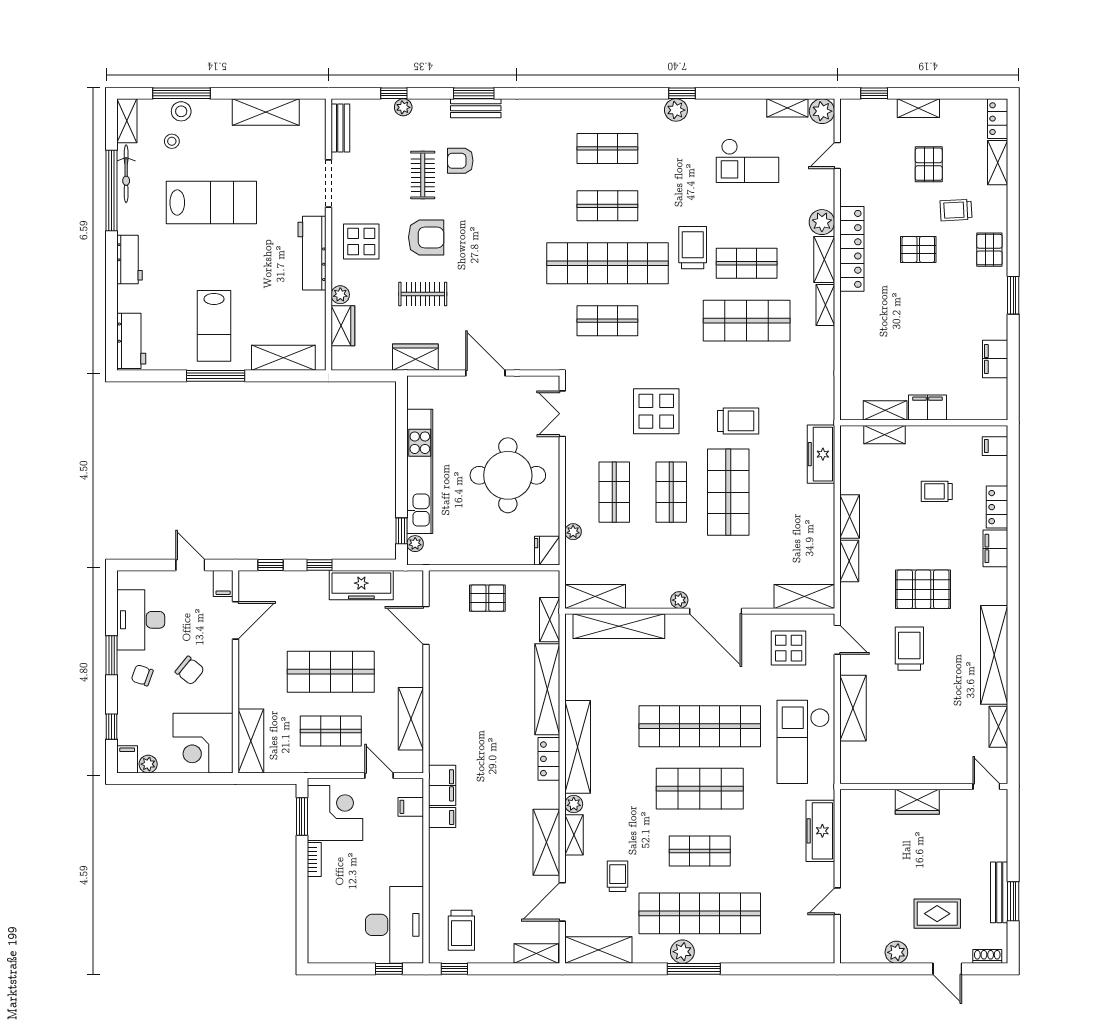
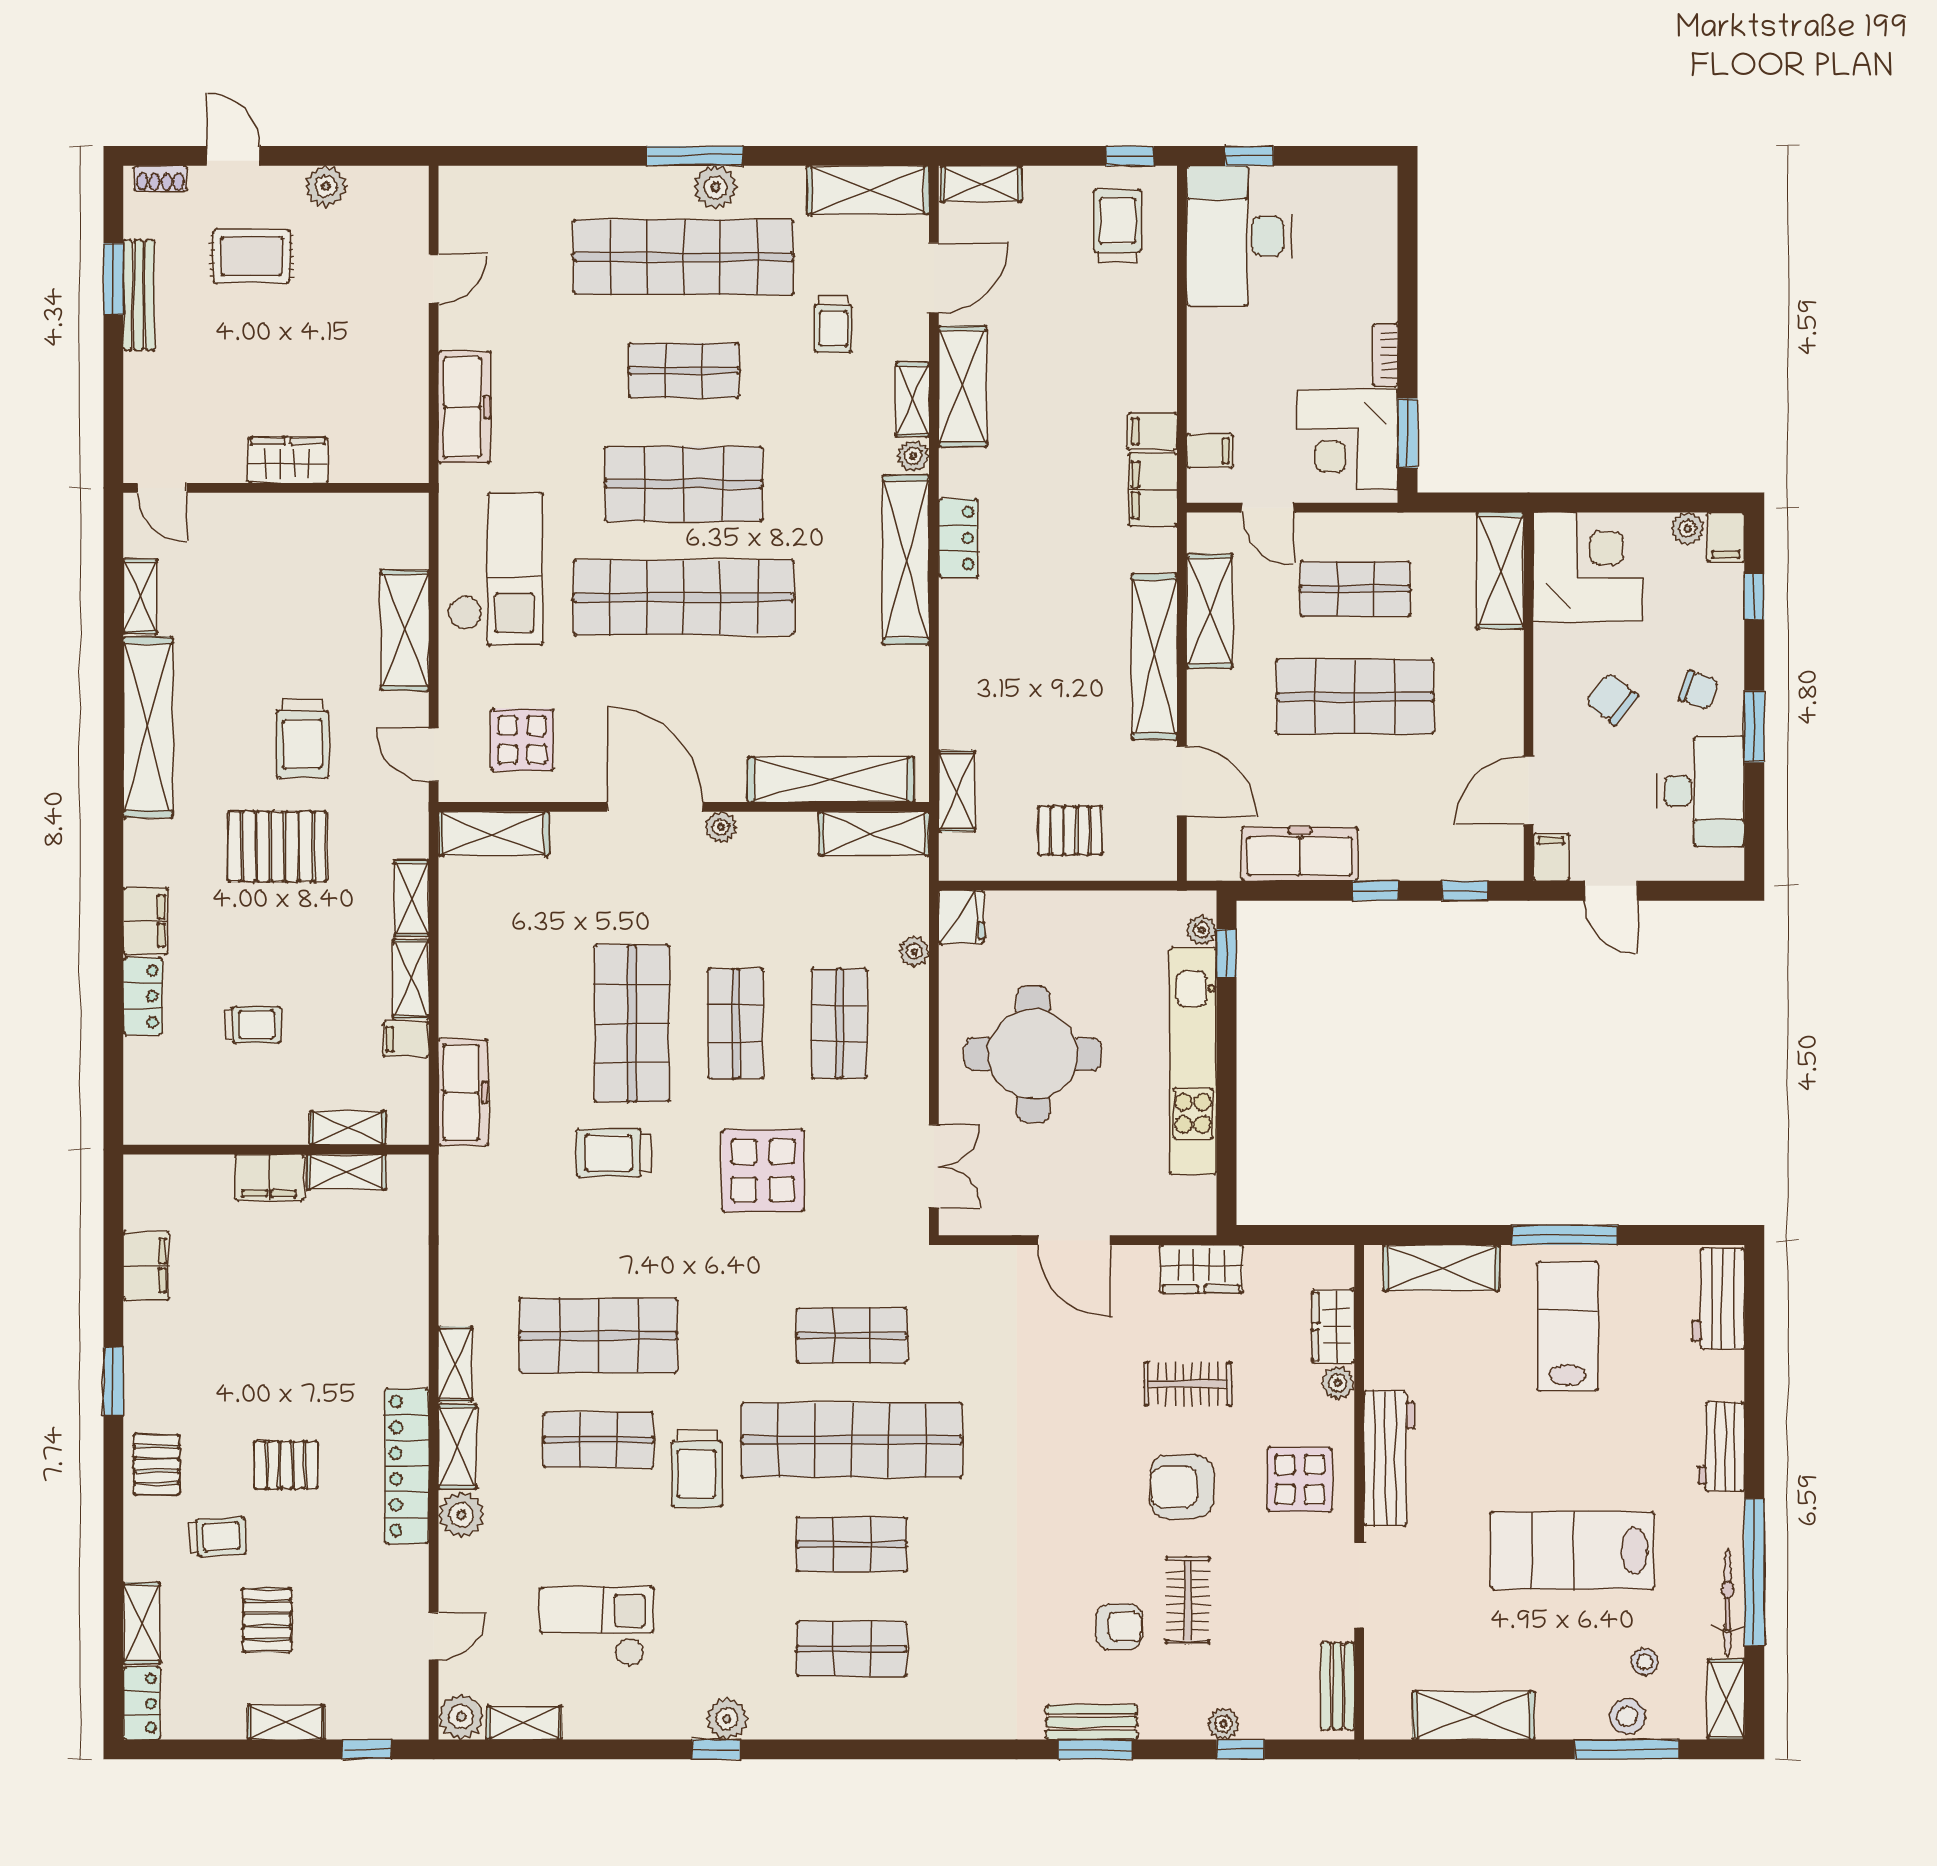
filing cabinet: (995, 446) -> (406, 1039), moved, turned 180
shelving: (547, 689) -> (1155, 657), moved

